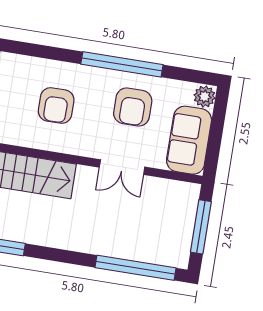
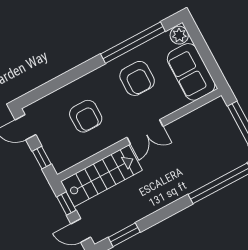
window: (122, 64) -> (133, 43), moved
double door: (122, 167) -> (145, 132), moved

